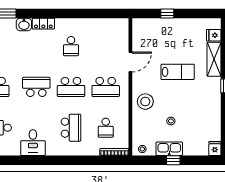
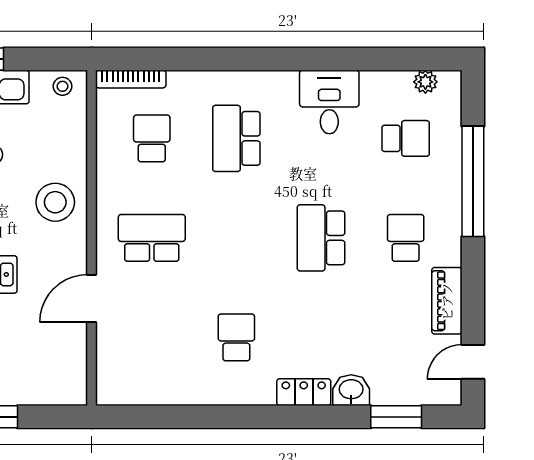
school desk: (36, 87) -> (321, 238), turned 90
school desk: (71, 87) -> (236, 238), removed

